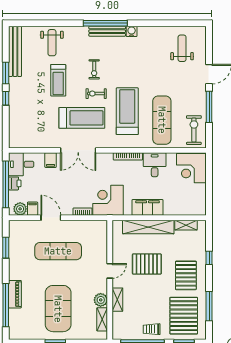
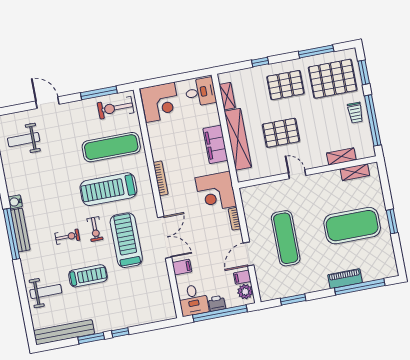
window: (209, 107) -> (99, 93), moved
desk: (155, 165) -> (200, 92), moved, turned 180
pallet: (147, 264) -> (281, 133), turned 90
plant: (101, 300) -> (333, 178), removed
shelving: (117, 300) -> (341, 156), moved

